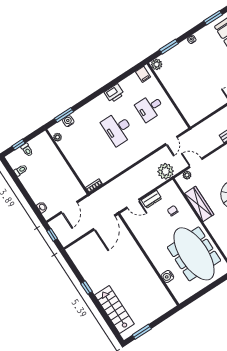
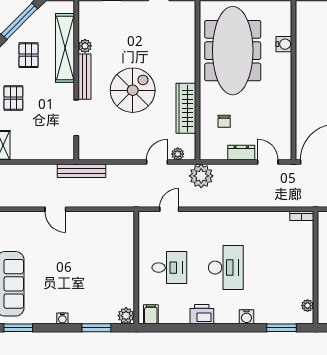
water cooler: (68, 121) -> (247, 317), moved
door: (196, 163) -> (157, 162), swing flipped

